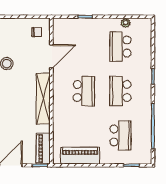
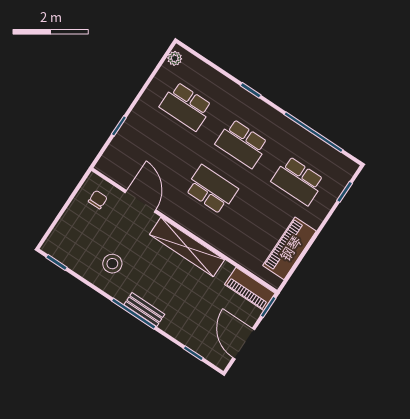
plant: (125, 23) -> (175, 58), moved
school desk: (120, 135) -> (298, 181), turned 180

